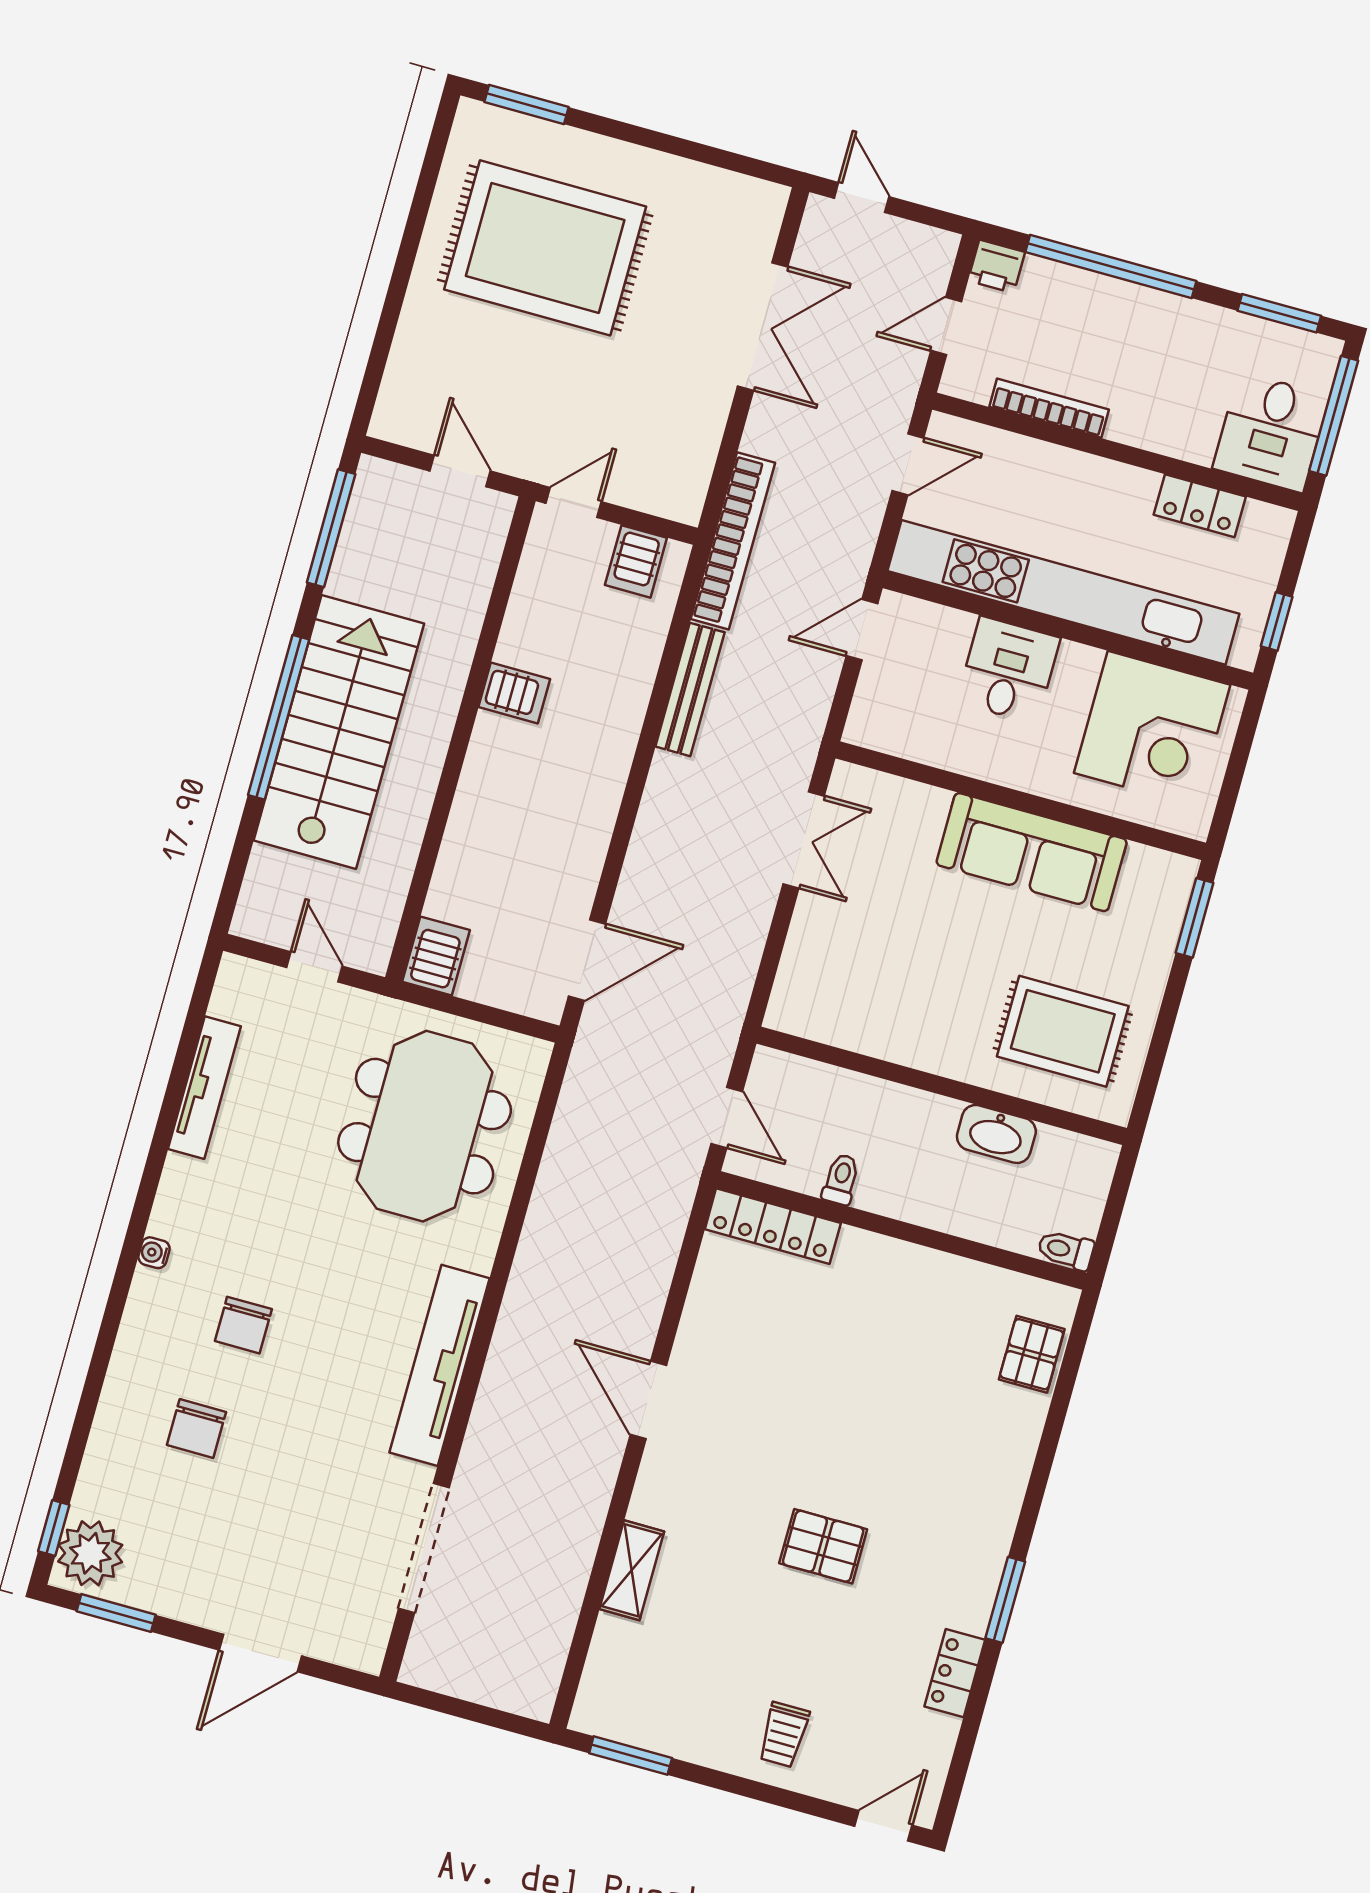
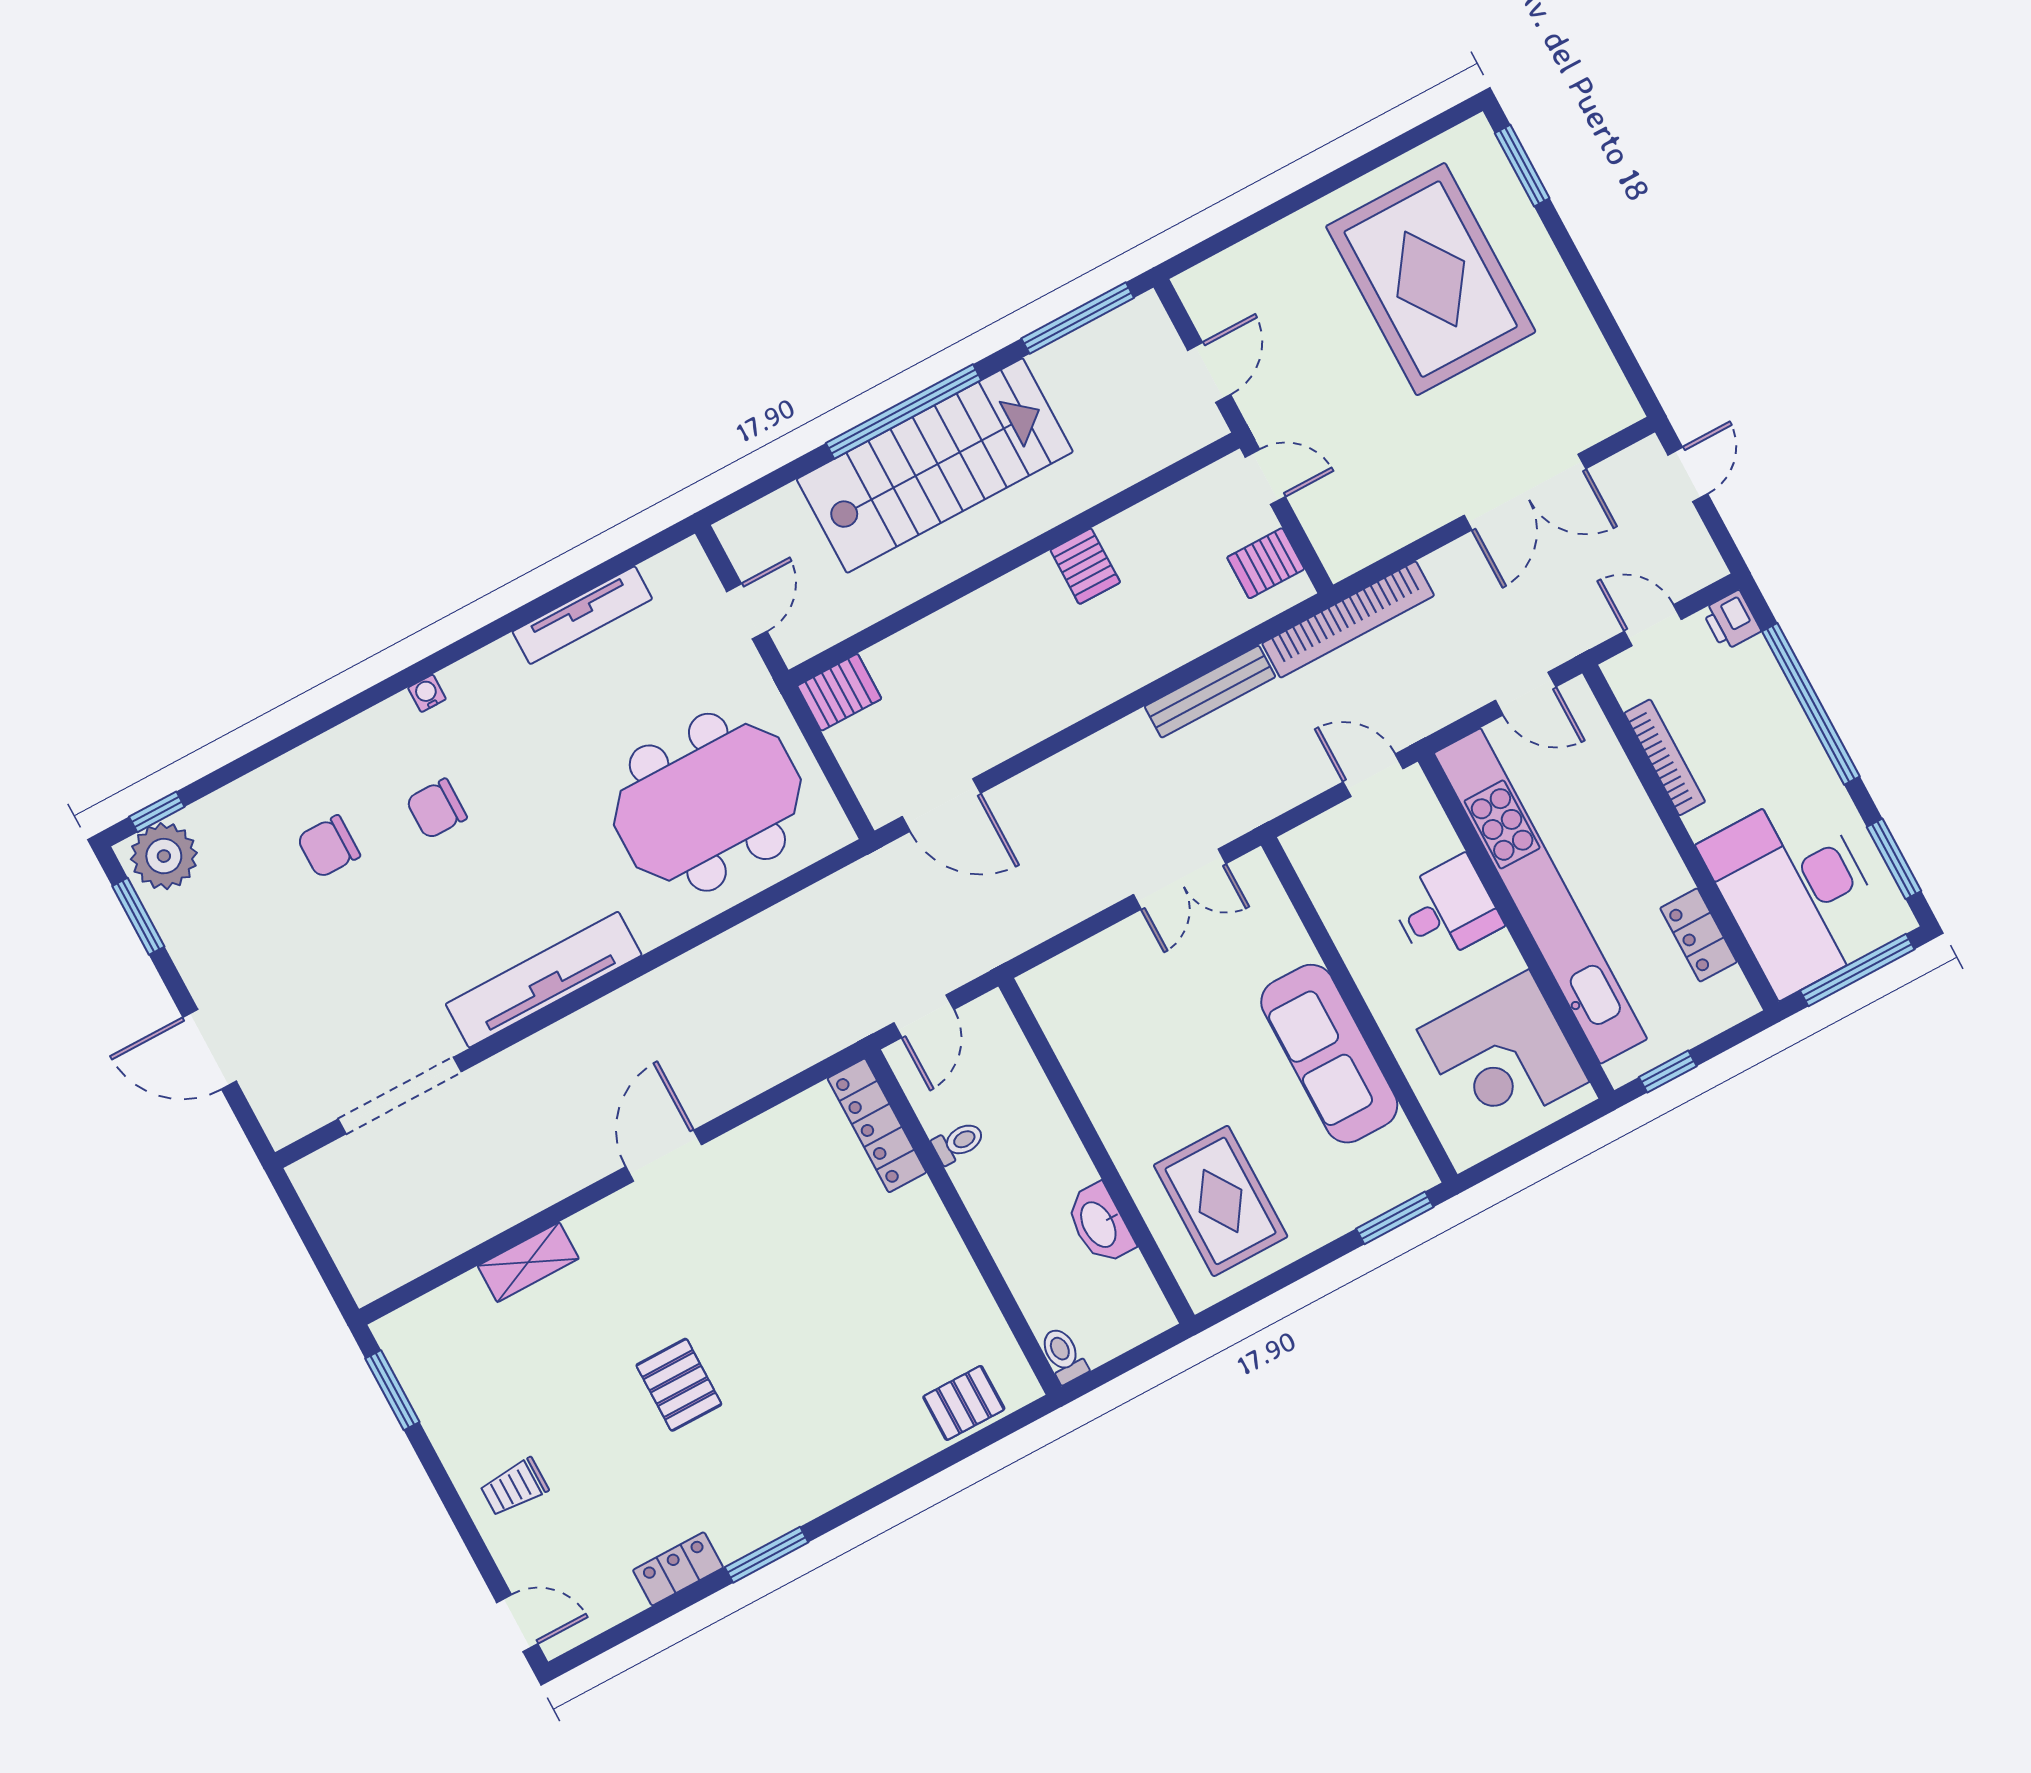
desk: (1271, 432) -> (1795, 892), width x1.87, depth x1.30

